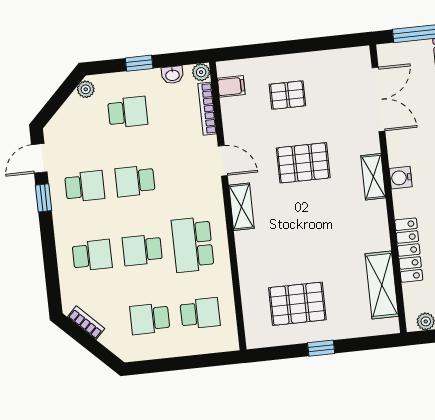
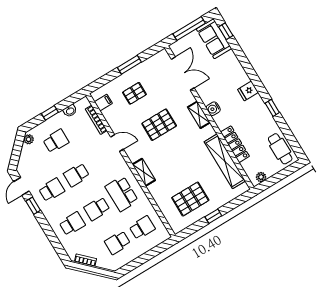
window: (300, 46) -> (129, 65), added
plant: (201, 72) -> (84, 102), removed
shelving: (241, 207) -> (144, 172), moved
shelving: (382, 285) -> (225, 161), width x1.47

